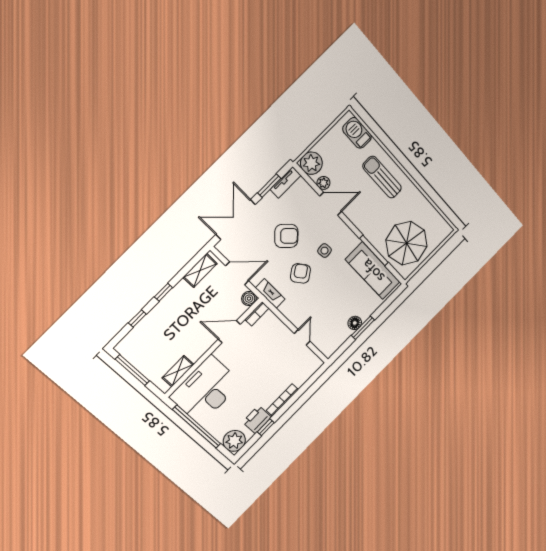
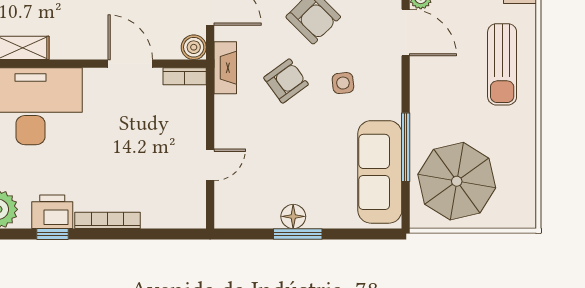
sun lounger: (382, 177) -> (502, 64), turned 180

